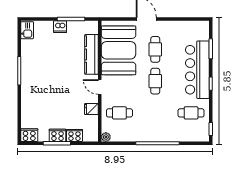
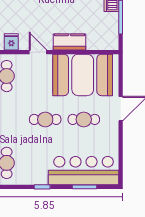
kitchen counter: (91, 54) -> (70, 42), width x0.67
bar counter: (197, 70) -> (84, 171), moved
door: (100, 87) -> (38, 52), hinge flipped

